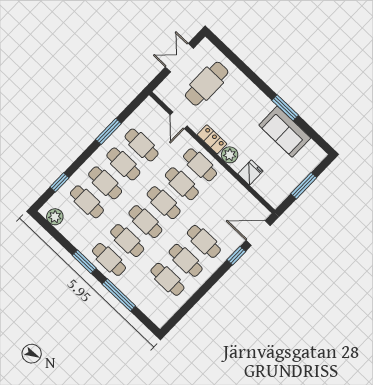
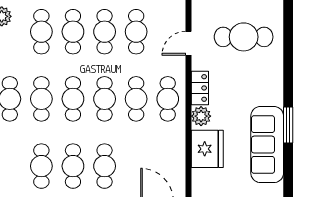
sofa: (285, 132) -> (267, 145), width x1.36
fridge: (250, 172) -> (207, 149), width x1.88, depth x1.34

